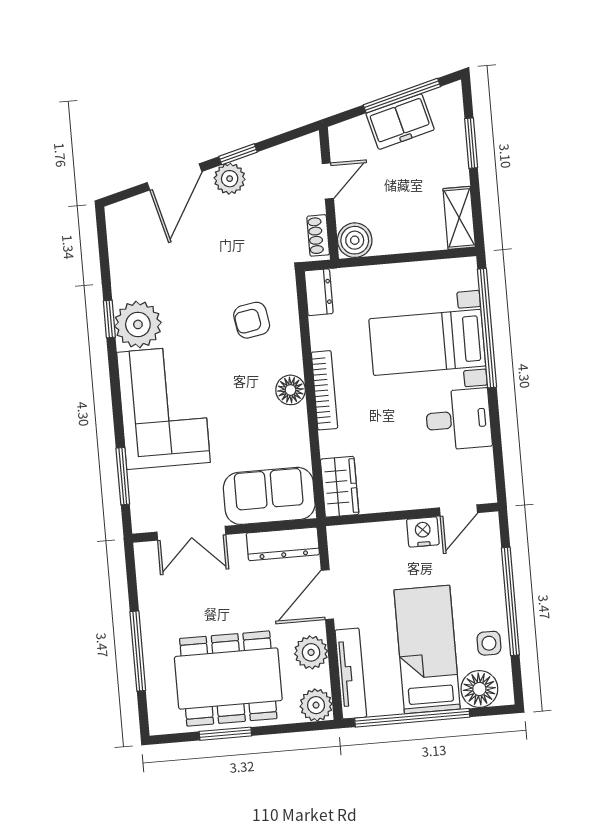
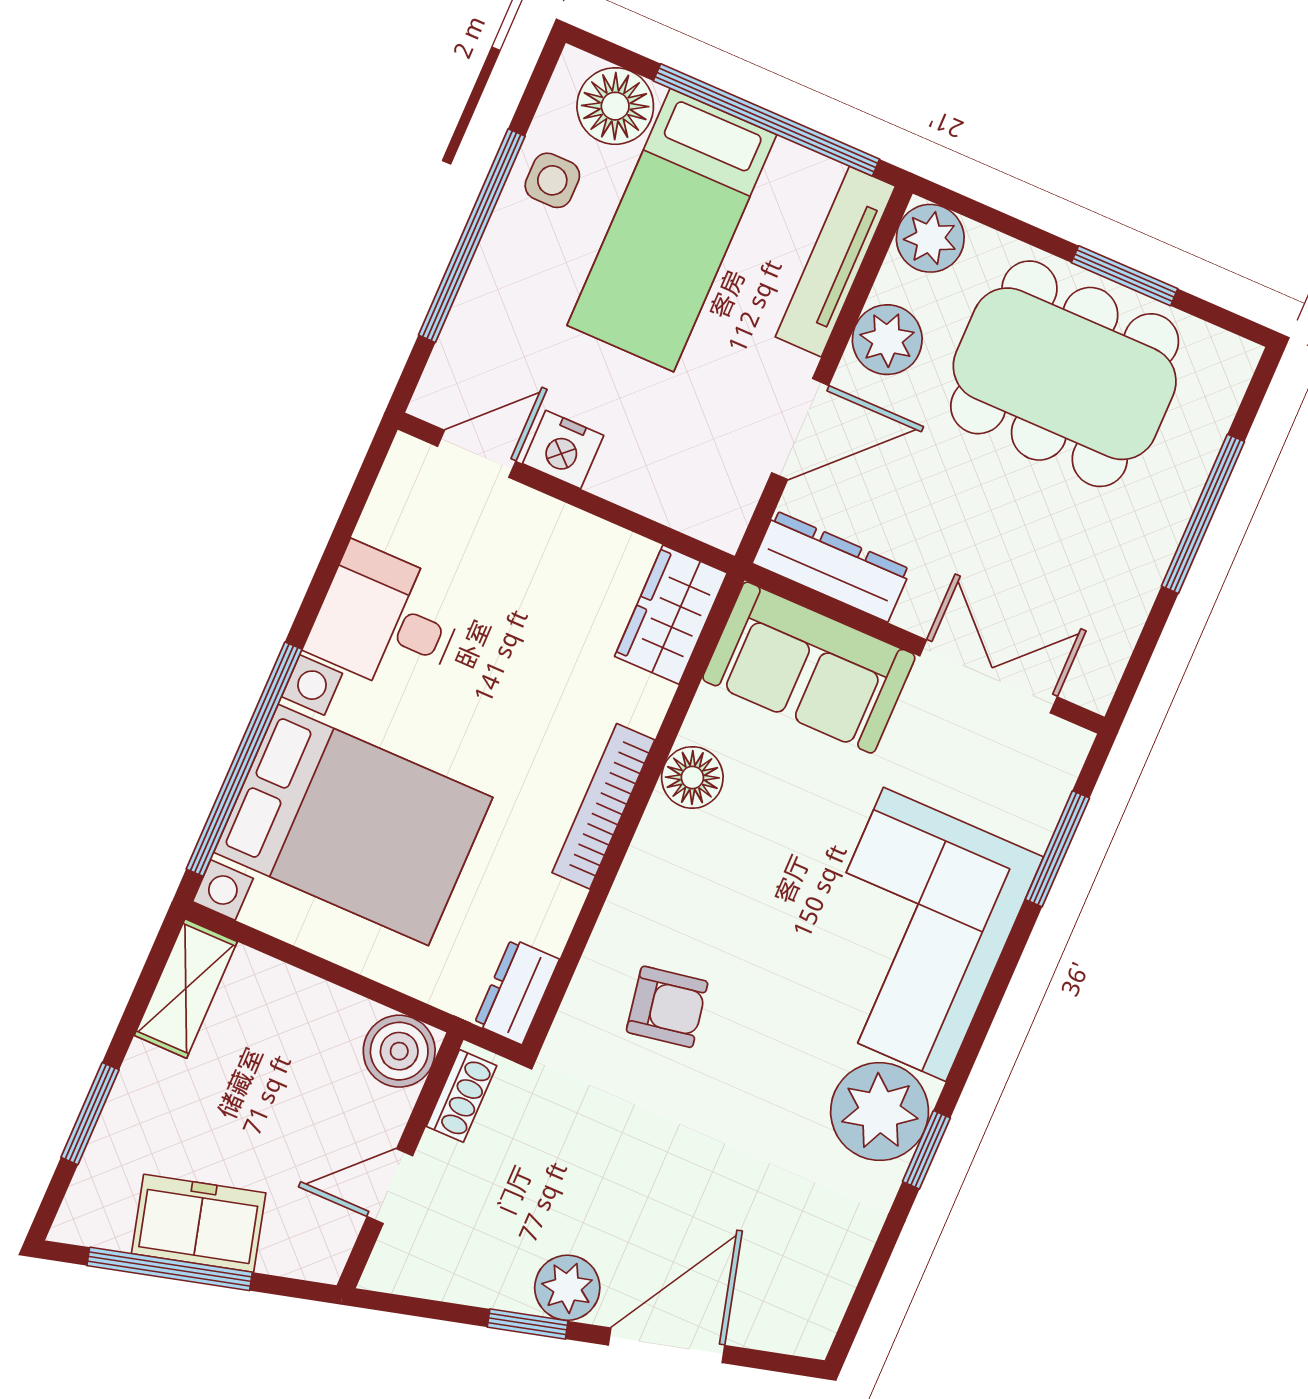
bed with nightstands: (427, 342) -> (353, 825), width x1.36
floor lamp: (291, 390) -> (692, 777), moved

